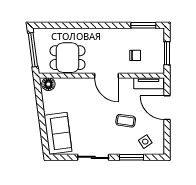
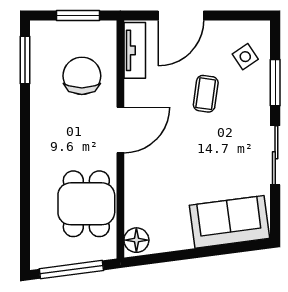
chair: (135, 55) -> (82, 76), width x1.87, depth x1.87

